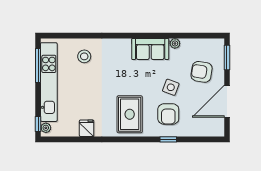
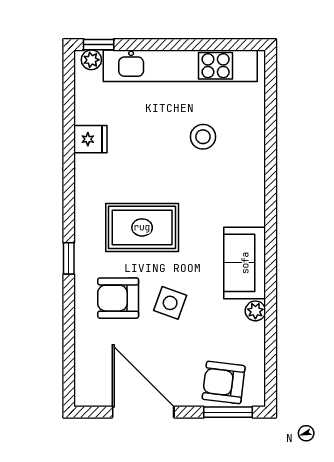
stool: (84, 56) -> (203, 137), moved
window: (38, 66) -> (212, 45), removed
armchair: (202, 72) -> (224, 382), moved, turned -92
rug: (130, 114) -> (142, 227), moved
window: (168, 139) -> (69, 258), moved

